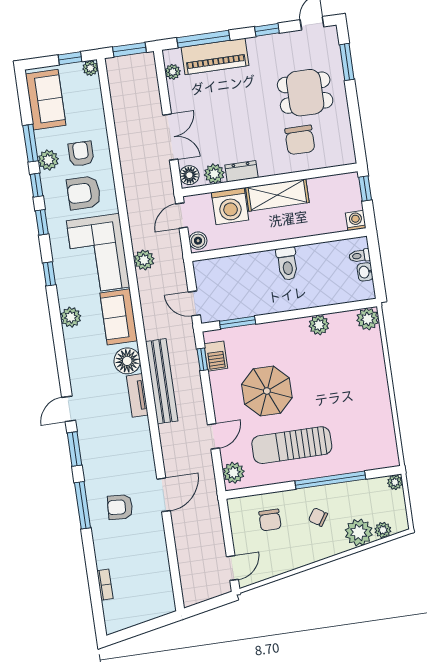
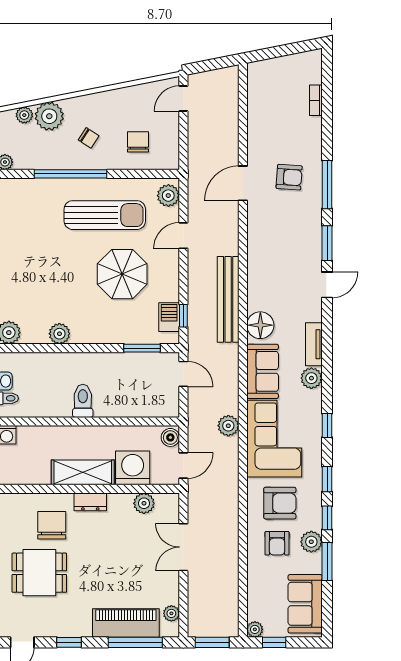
dresser: (241, 171) -> (90, 502), moved
floor lamp: (189, 175) -> (170, 506), removed
tv unit: (137, 395) -> (314, 344), moved, turned 180

